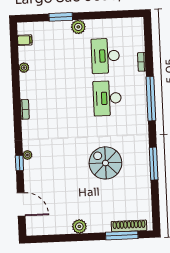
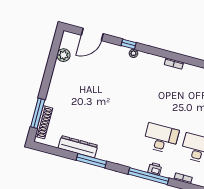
printer: (141, 95) -> (155, 169), added
spiral stairs: (105, 163) -> (105, 119), removed
dresser: (143, 182) -> (78, 147), added
plant: (79, 226) -> (63, 55), moved

